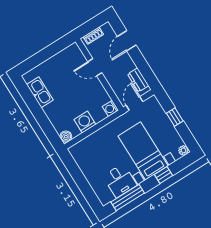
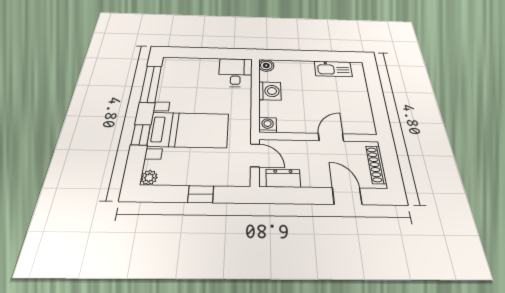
shoe rack: (93, 36) -> (376, 165), width x1.43
desk: (120, 181) -> (236, 73), moved, turned 90

